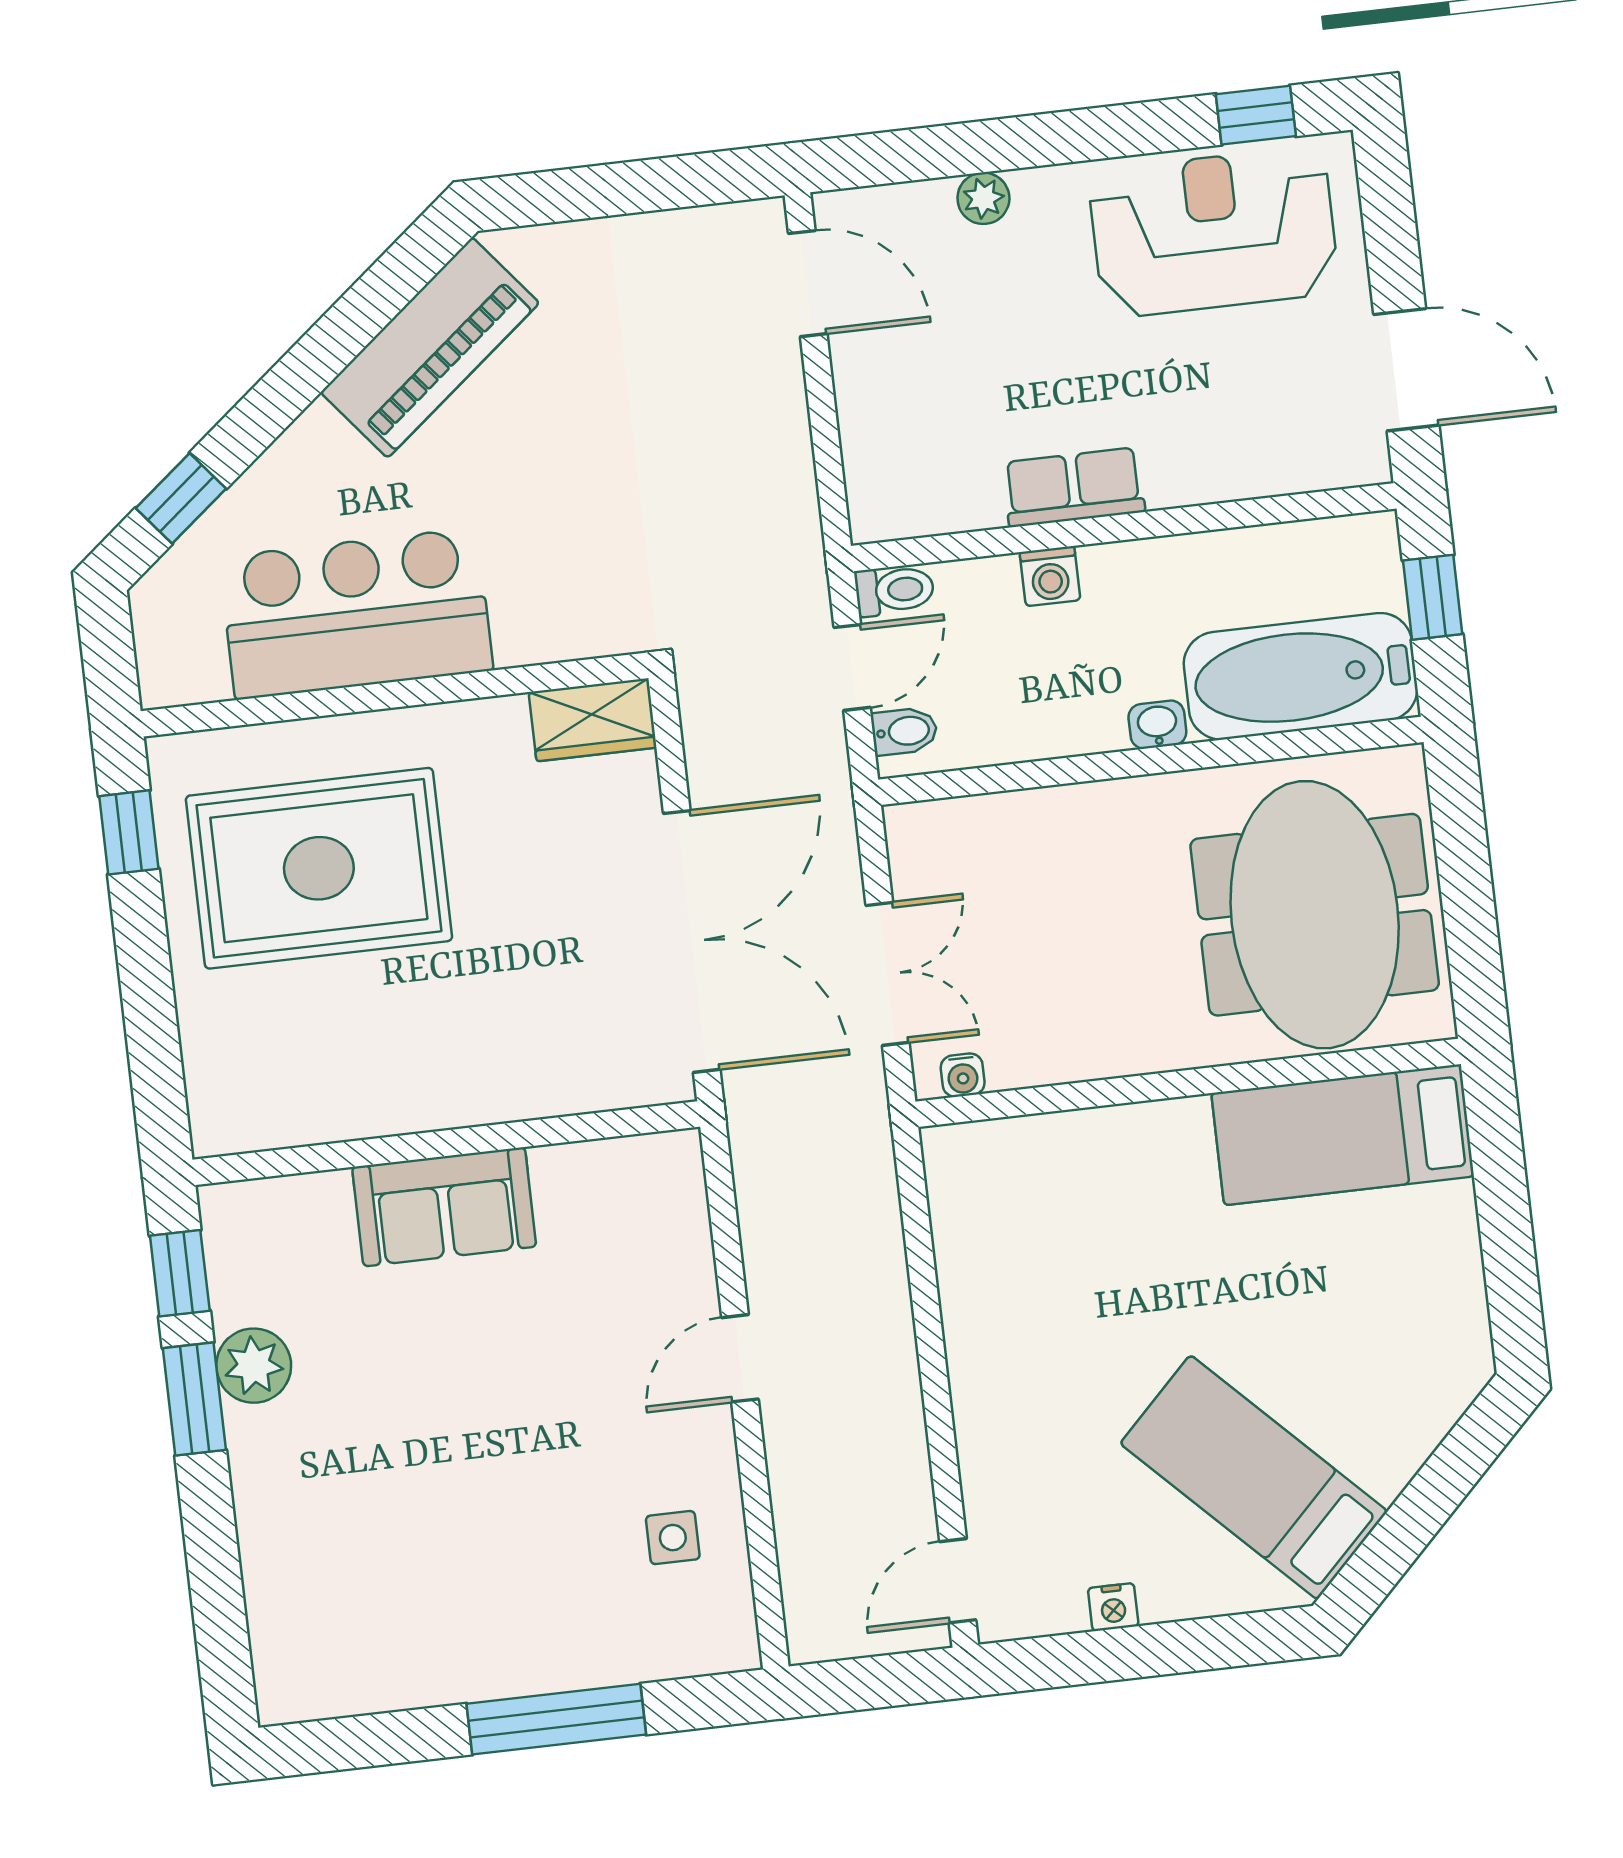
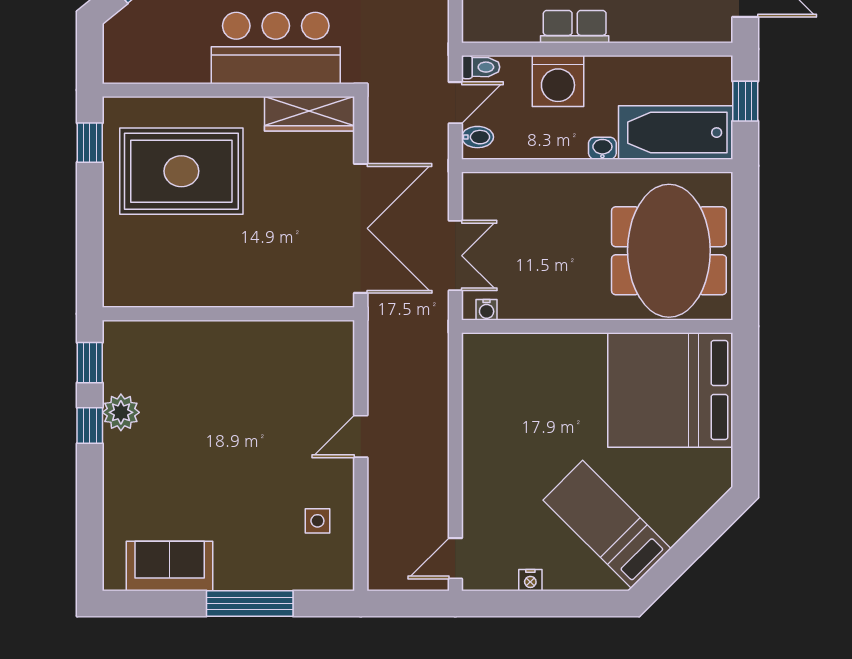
washing machine: (1050, 576) -> (558, 81), width x1.89, depth x1.89
bar counter: (356, 614) -> (276, 48), moved
wardrobe: (593, 720) -> (310, 114), width x1.50
bed: (1343, 1135) -> (670, 390), width x2.04
sofa: (444, 1207) -> (170, 566), moved, turned 180
window: (194, 1399) -> (90, 425), width x0.67

